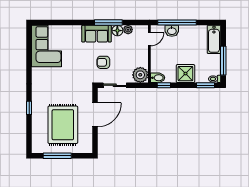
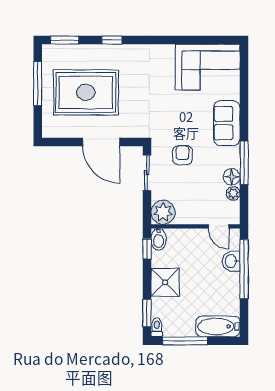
sofa: (97, 34) -> (227, 123), moved
window: (29, 138) -> (65, 40), added

